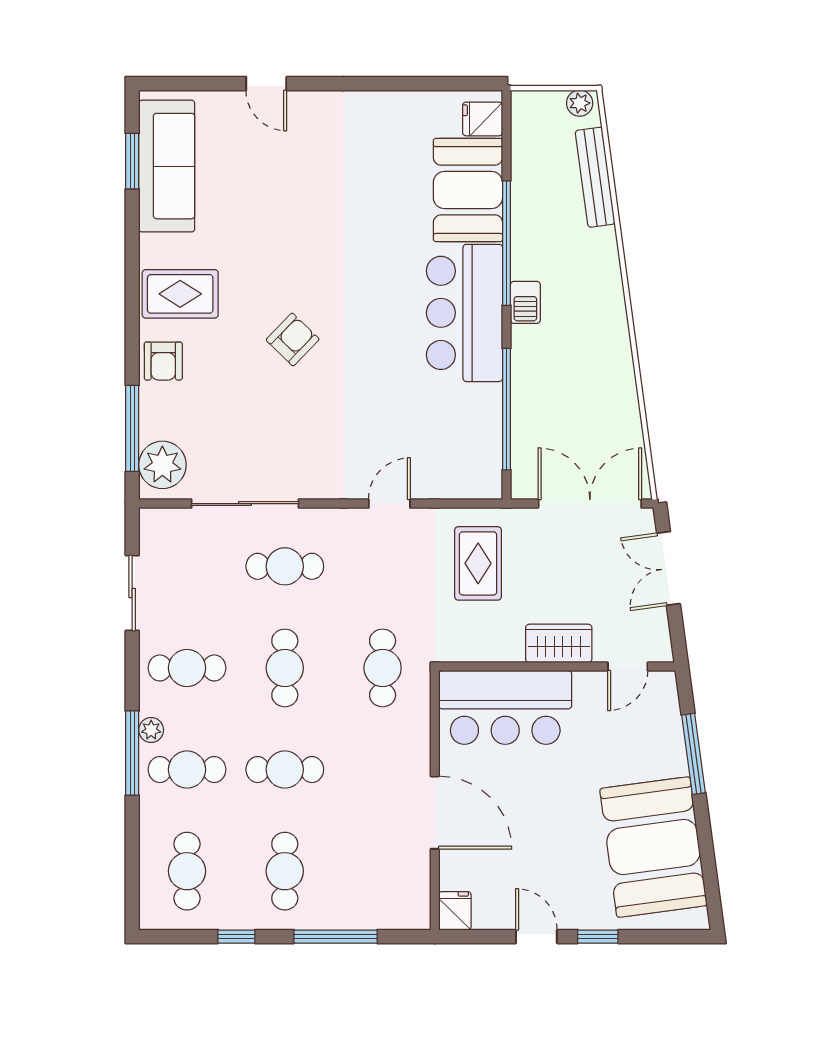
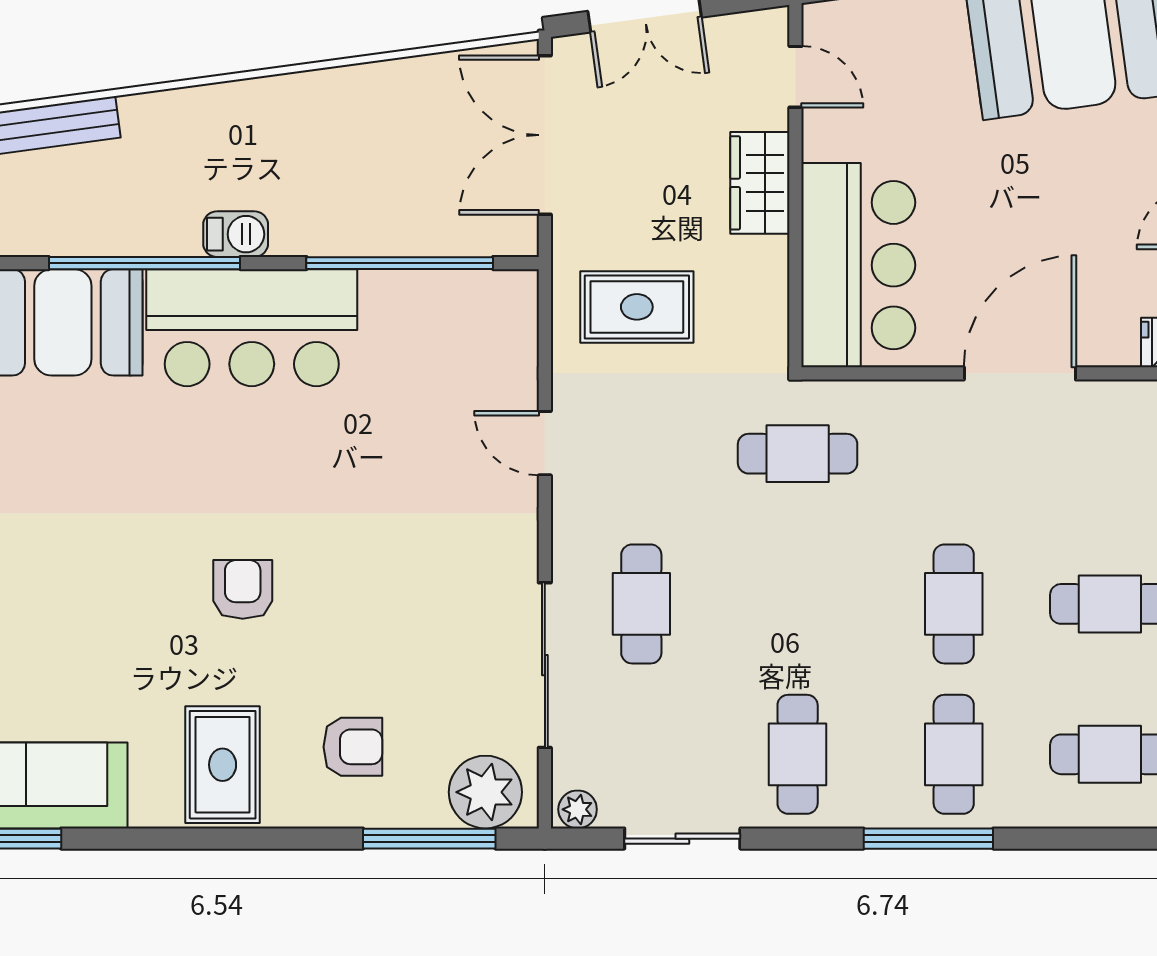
armchair: (293, 340) -> (243, 589), moved, turned 46
armchair: (163, 361) -> (353, 747), moved
cafe table: (285, 668) -> (798, 604), removed
plant: (151, 730) -> (578, 809), moved

